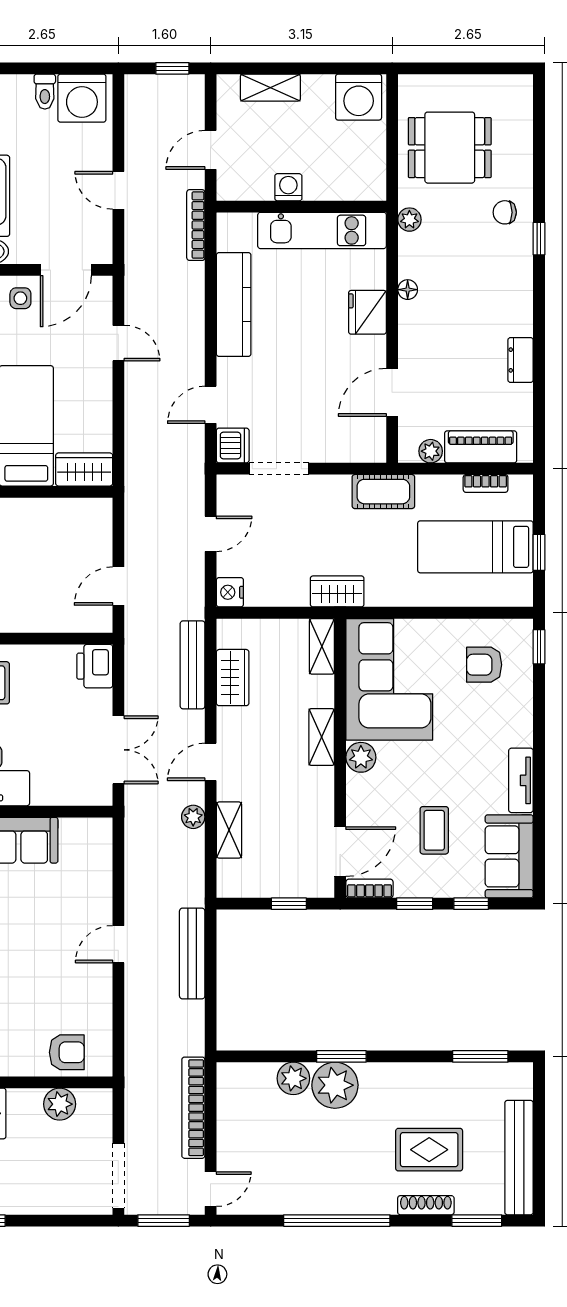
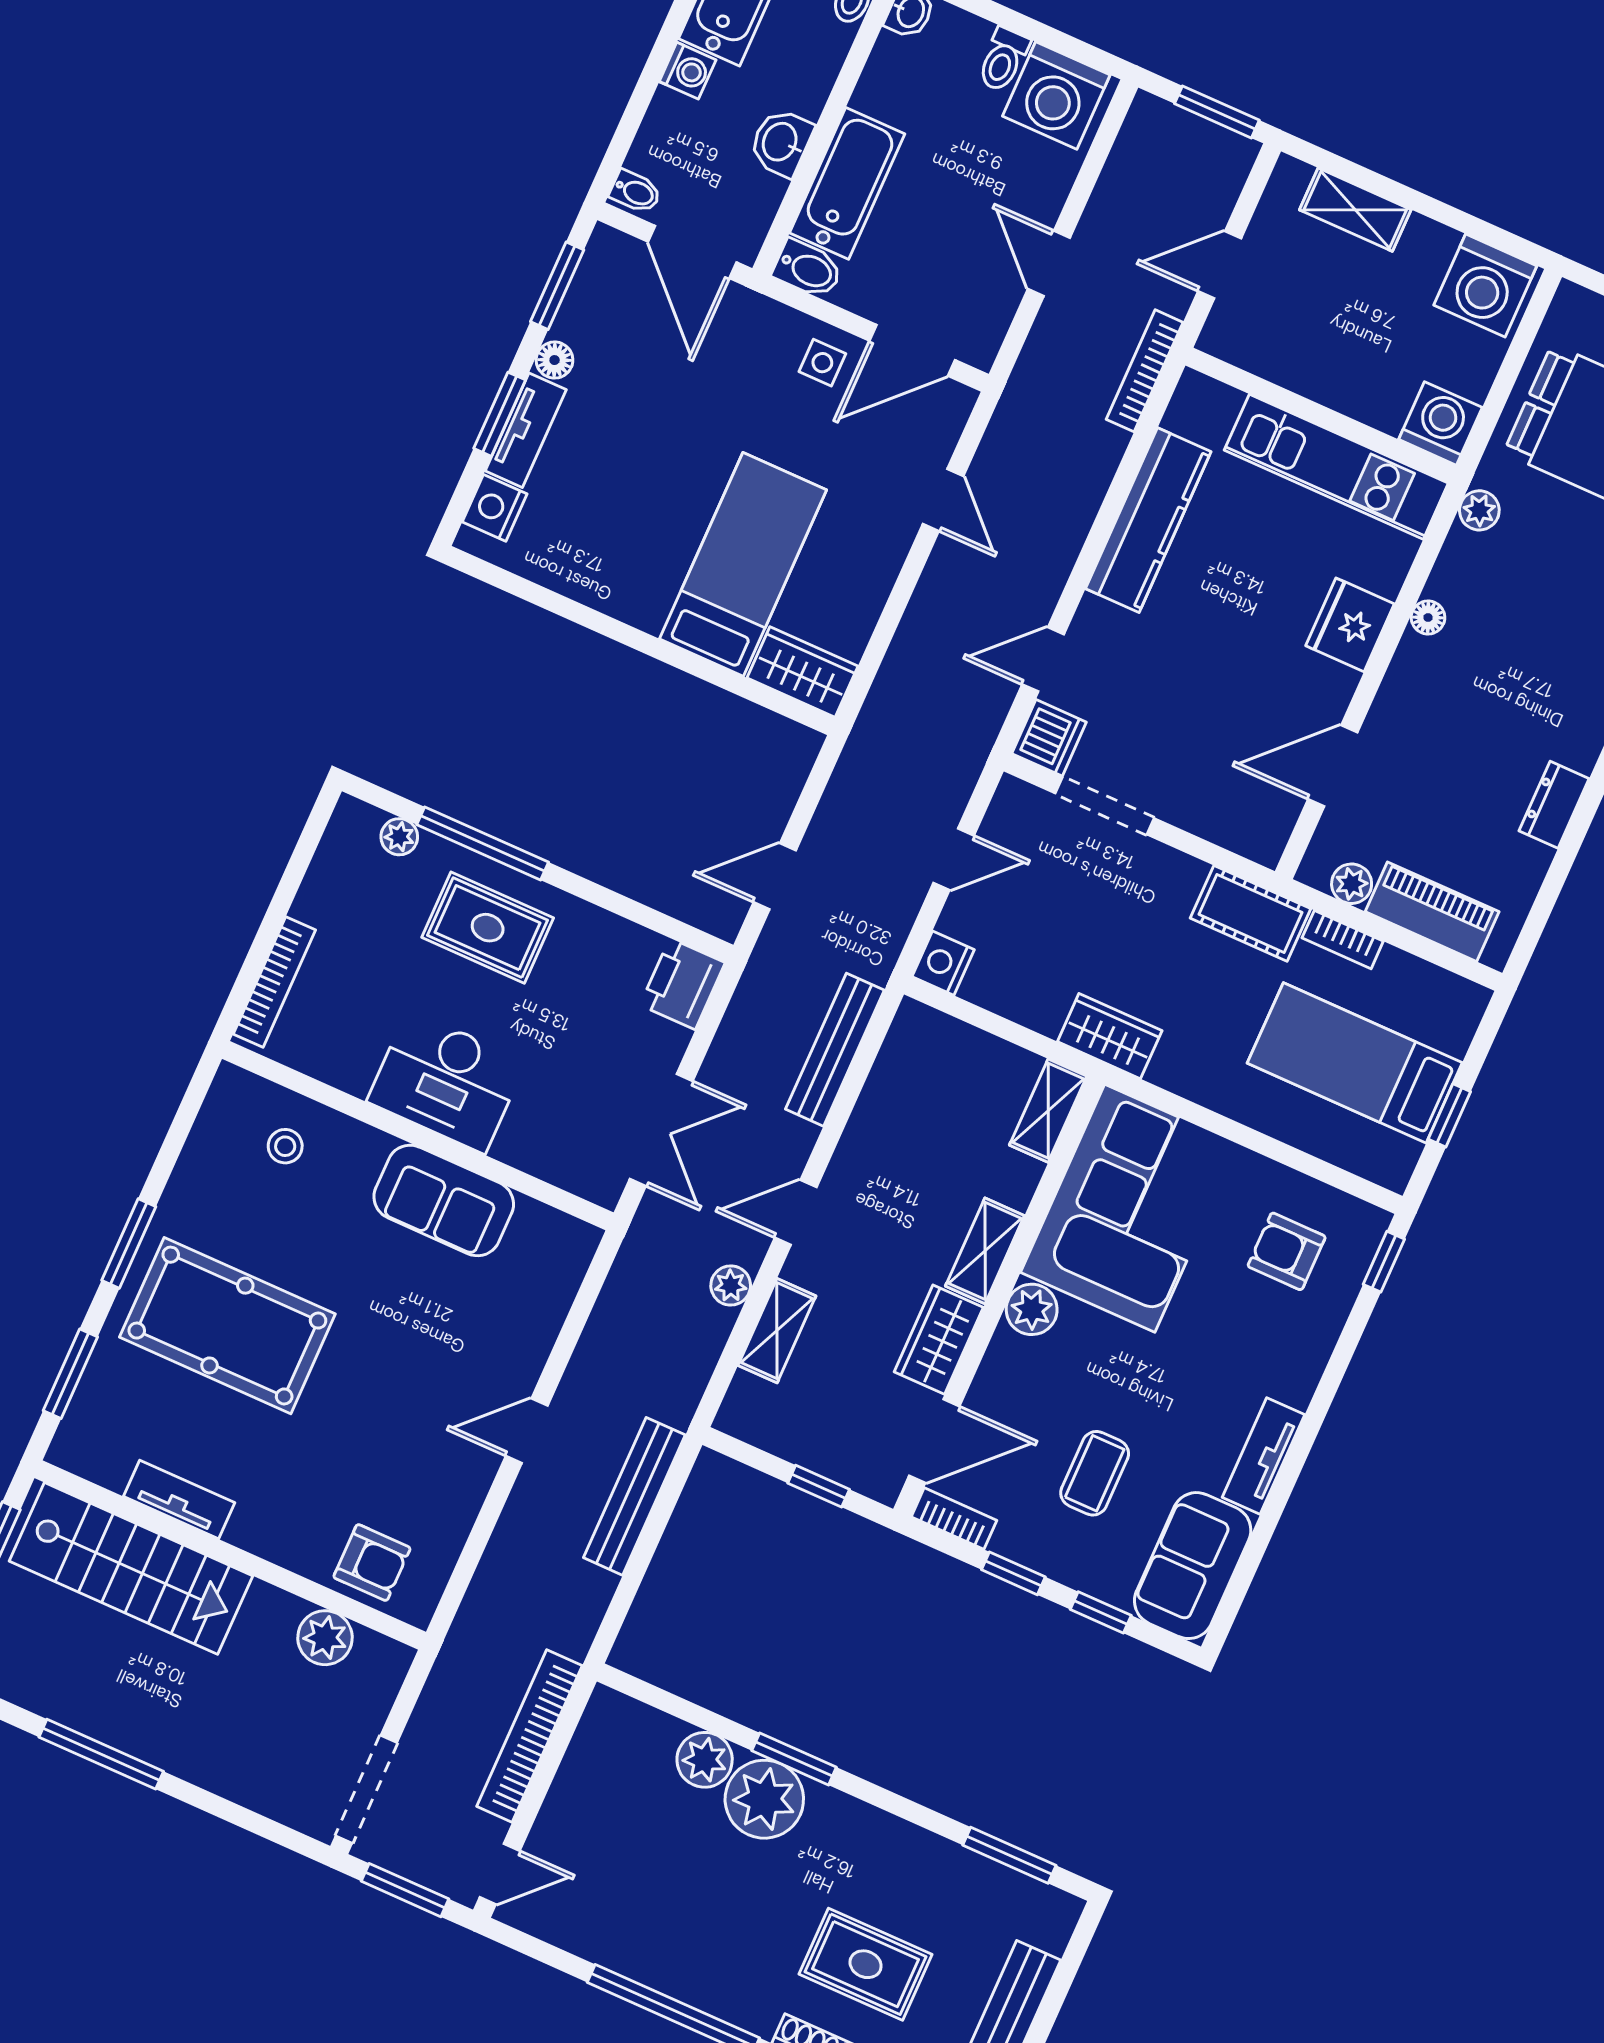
window: (172, 68) -> (1217, 112), width x1.50
washing machine: (288, 187) -> (1440, 423), moved, width x1.38, depth x1.38
bookcase: (486, 483) -> (1343, 940), moved
wardrobe: (233, 678) -> (939, 1340), moved, turned 180

